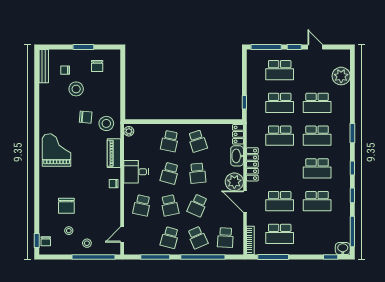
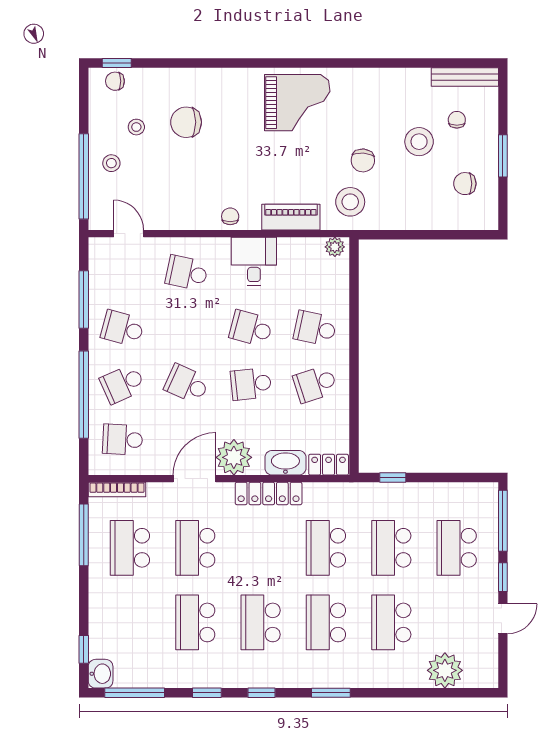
school desk: (170, 205) -> (187, 328), removed

